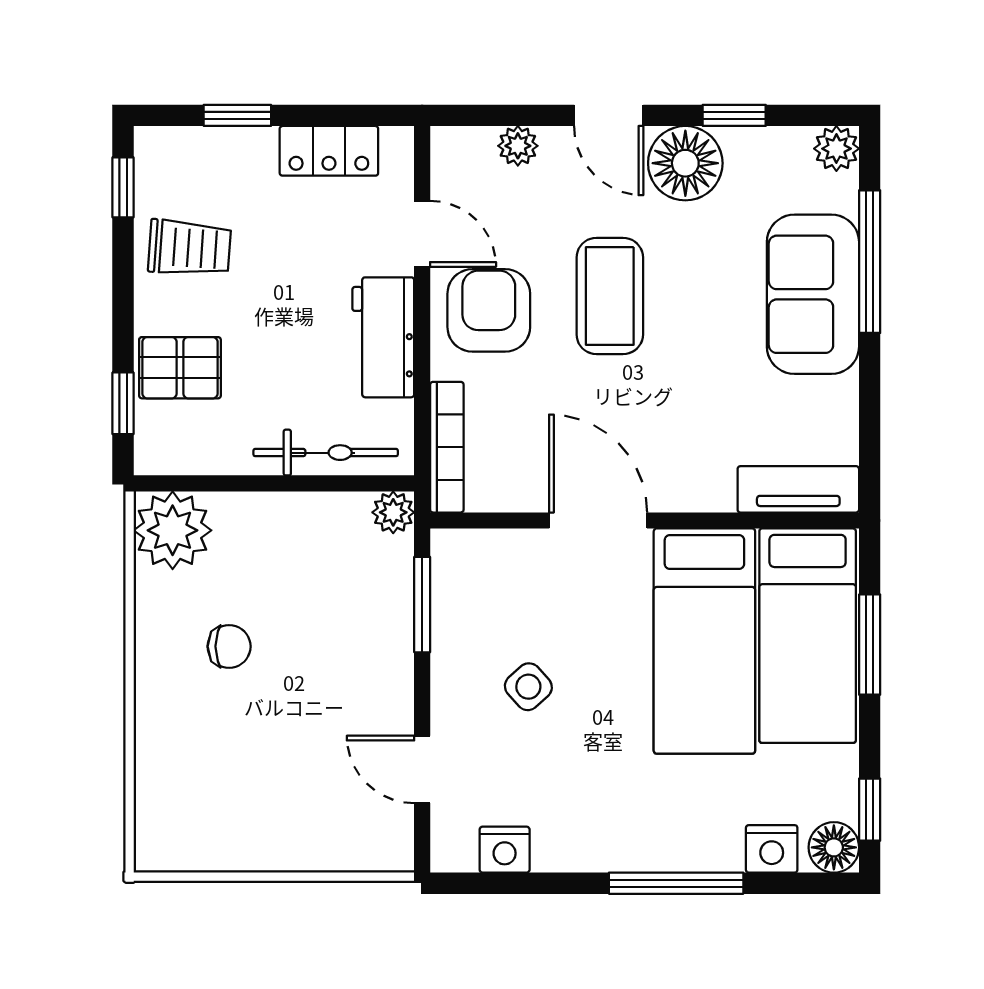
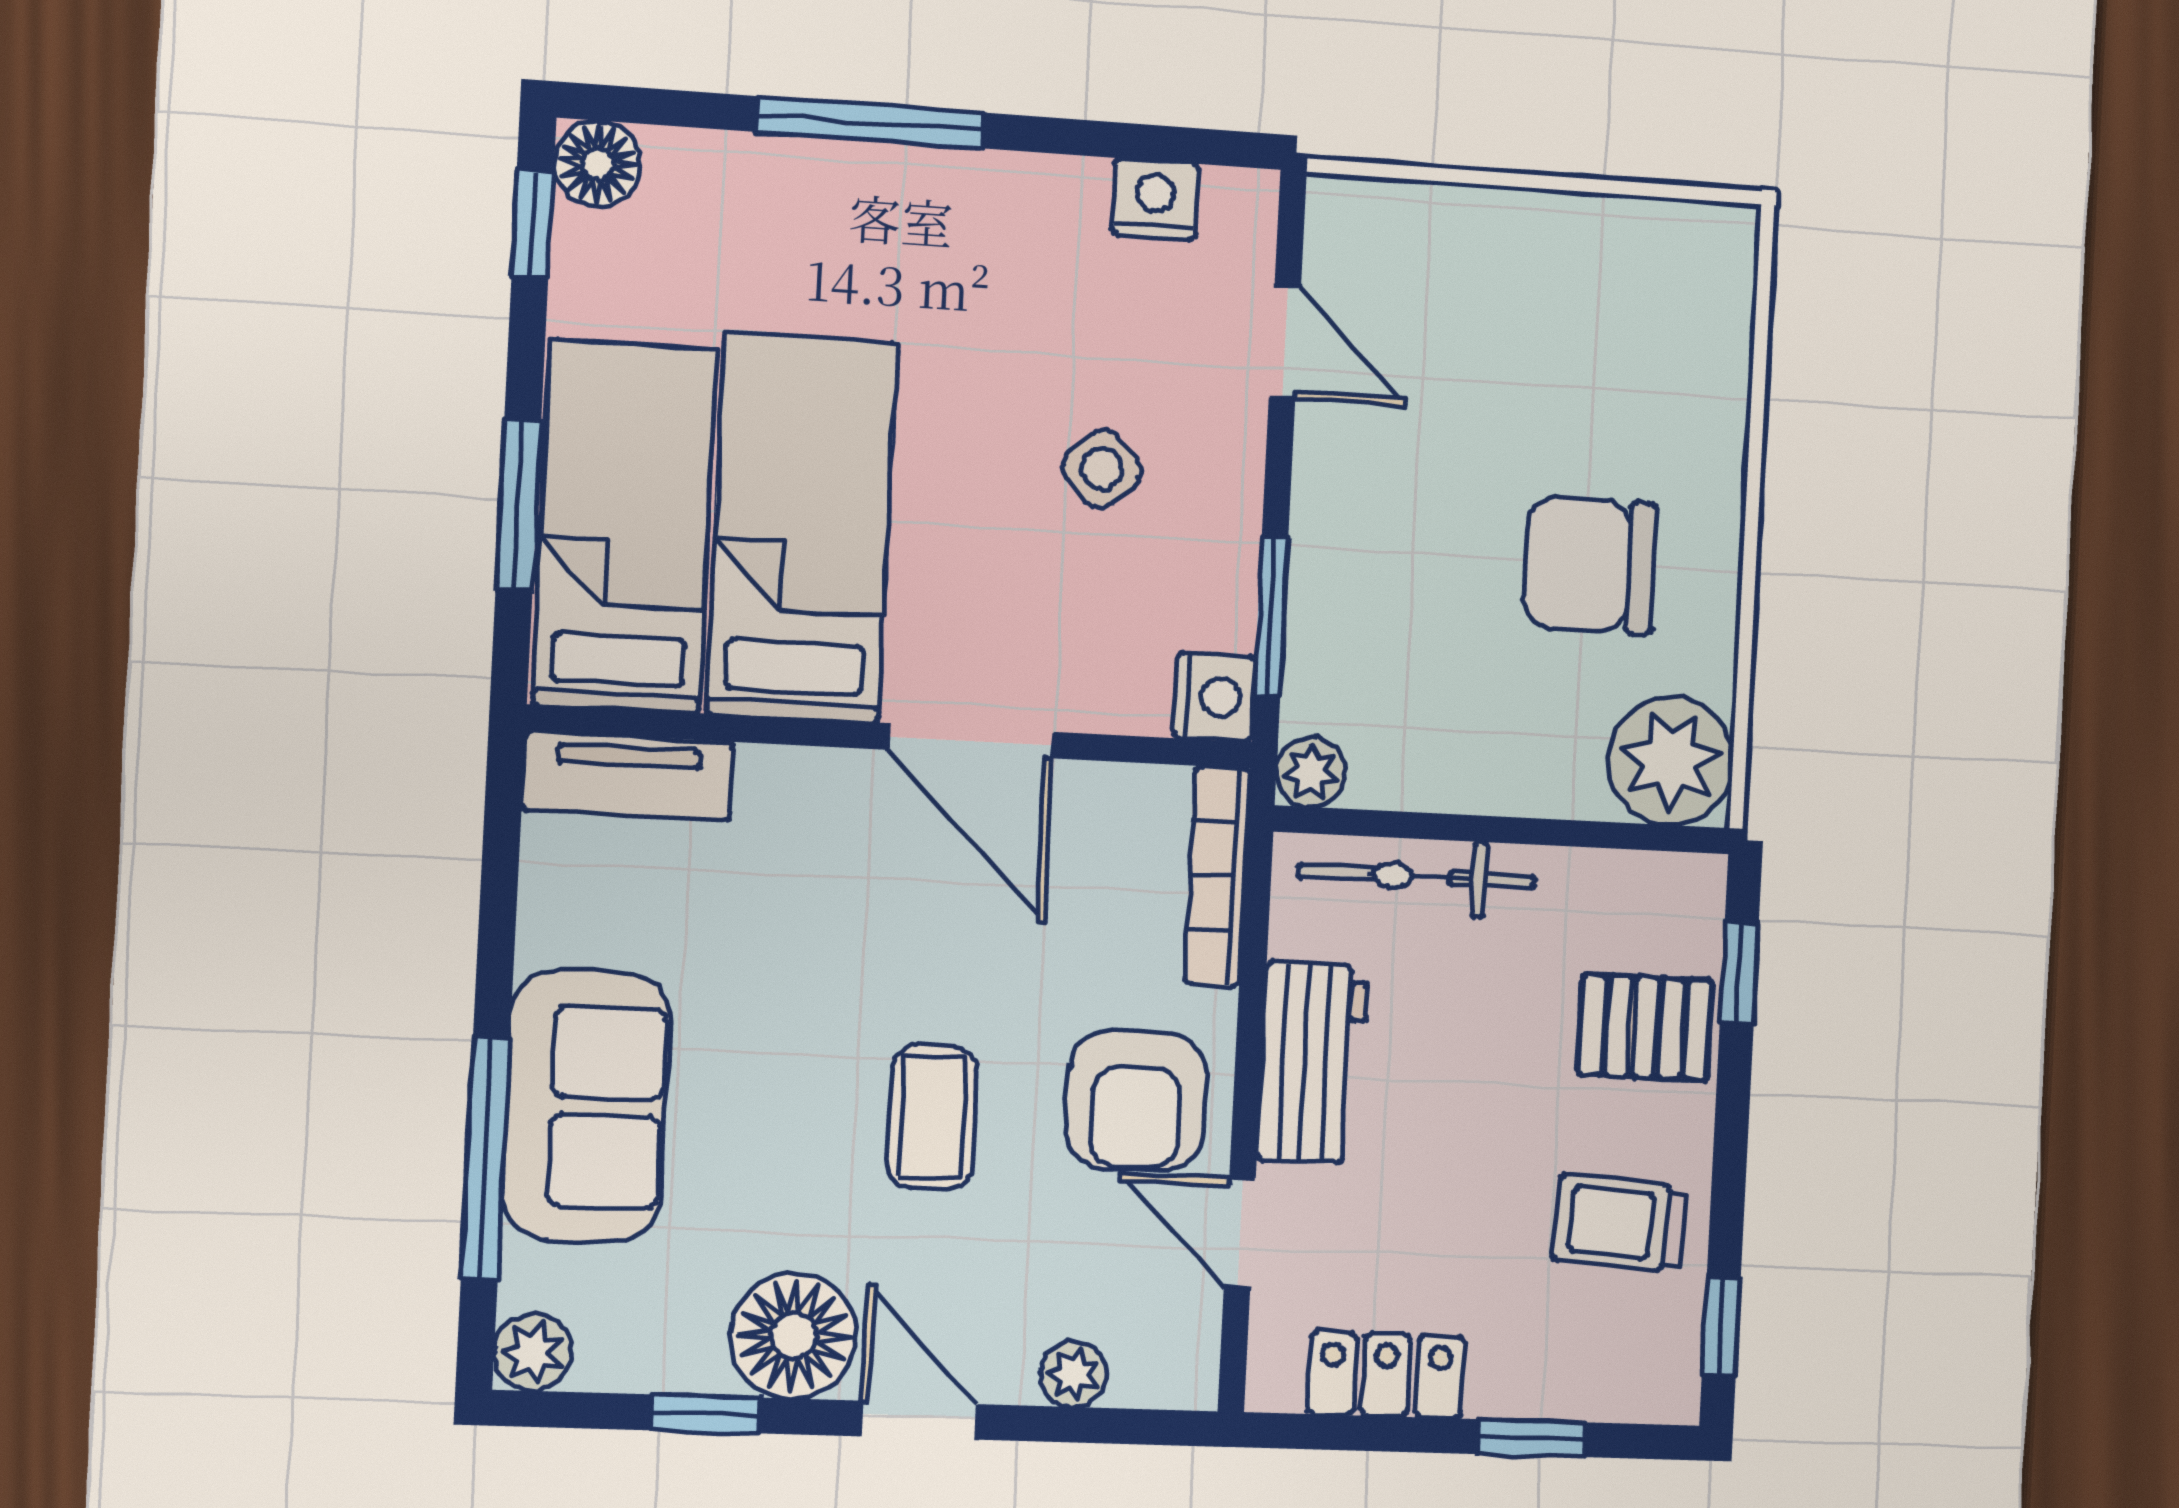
coffee table: (610, 296) -> (932, 1117), width x0.73, depth x0.77
chair: (229, 646) -> (1589, 565), width x1.87, depth x1.87
nightstand: (772, 849) -> (1214, 697), moved, turned 90

